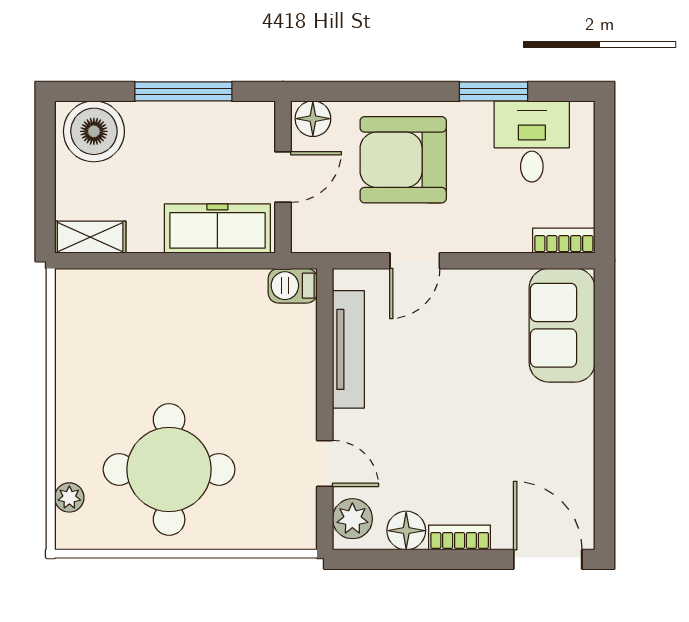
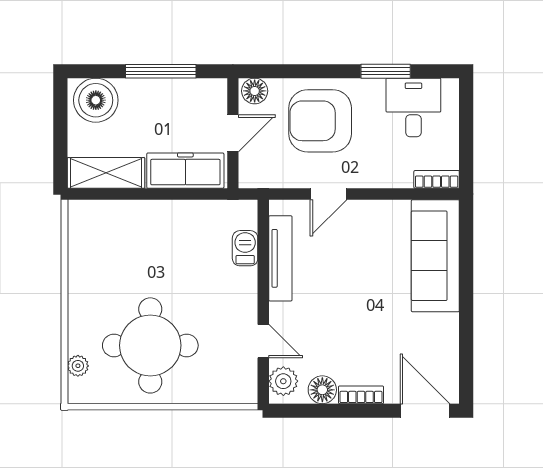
shelving: (90, 237) -> (106, 173), width x1.50, depth x1.33
barbecue: (293, 286) -> (245, 248), moved, turned 90
sofa: (562, 325) -> (435, 256), width x1.36

